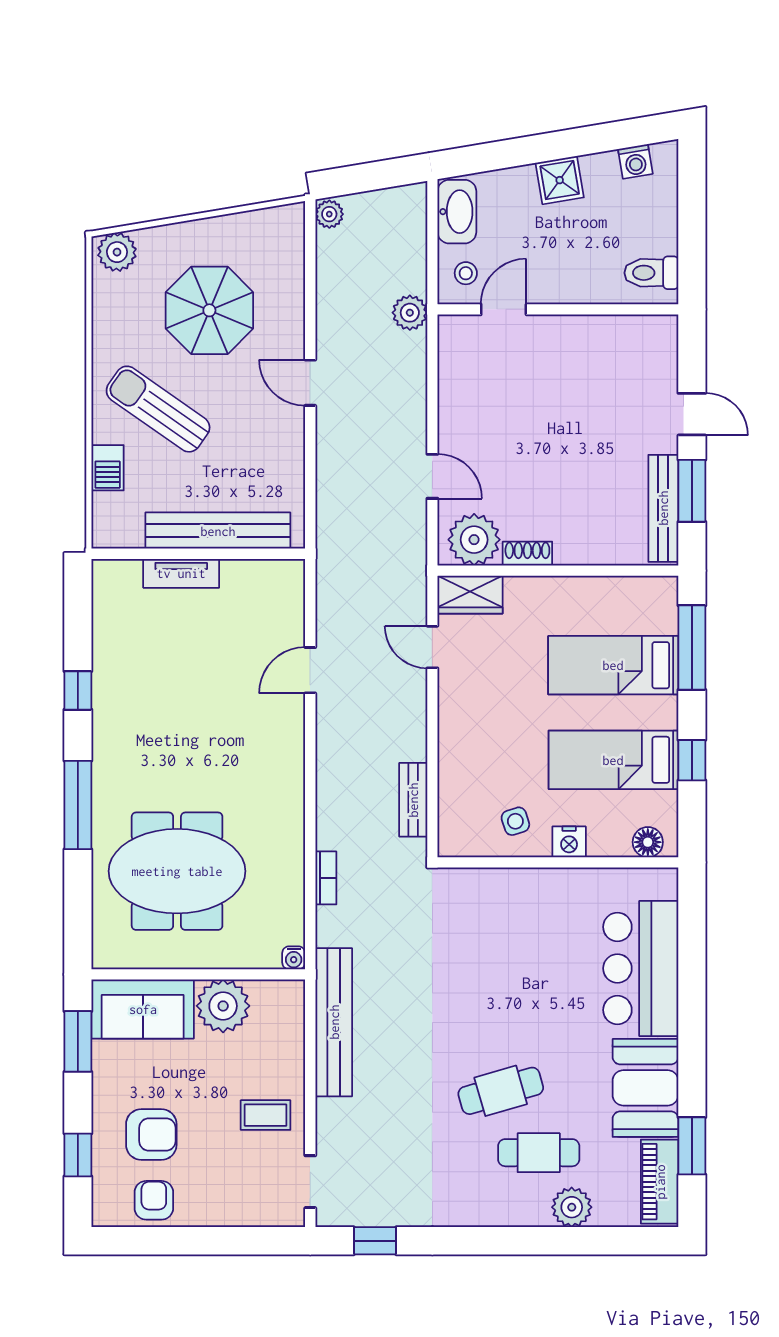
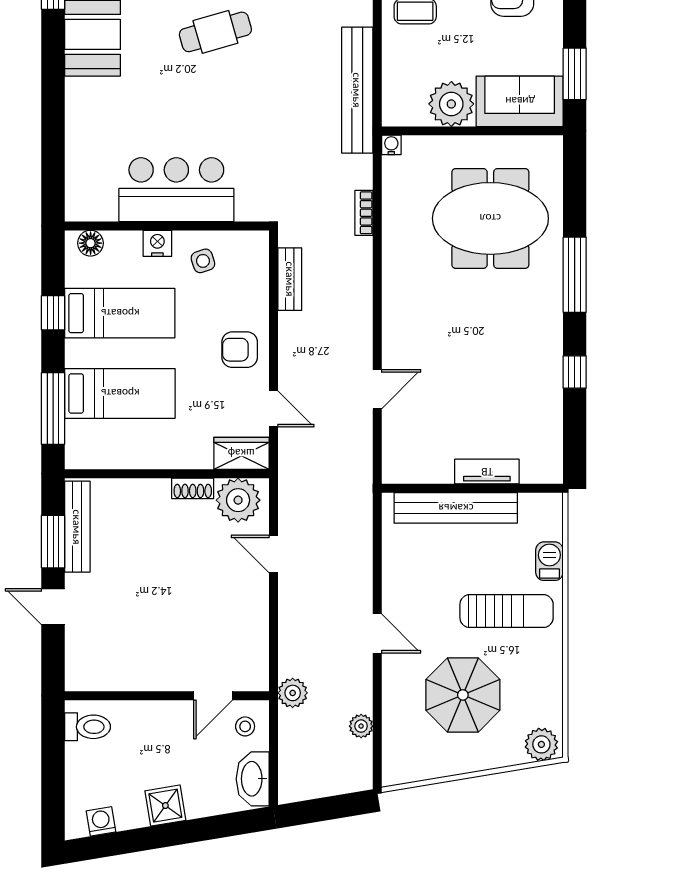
plant: (329, 214) -> (361, 726), moved
sun lounger: (158, 409) -> (507, 611), turned -35
armchair: (472, 717) -> (240, 350), added
bar counter: (641, 968) -> (176, 190), moved, turned -90

